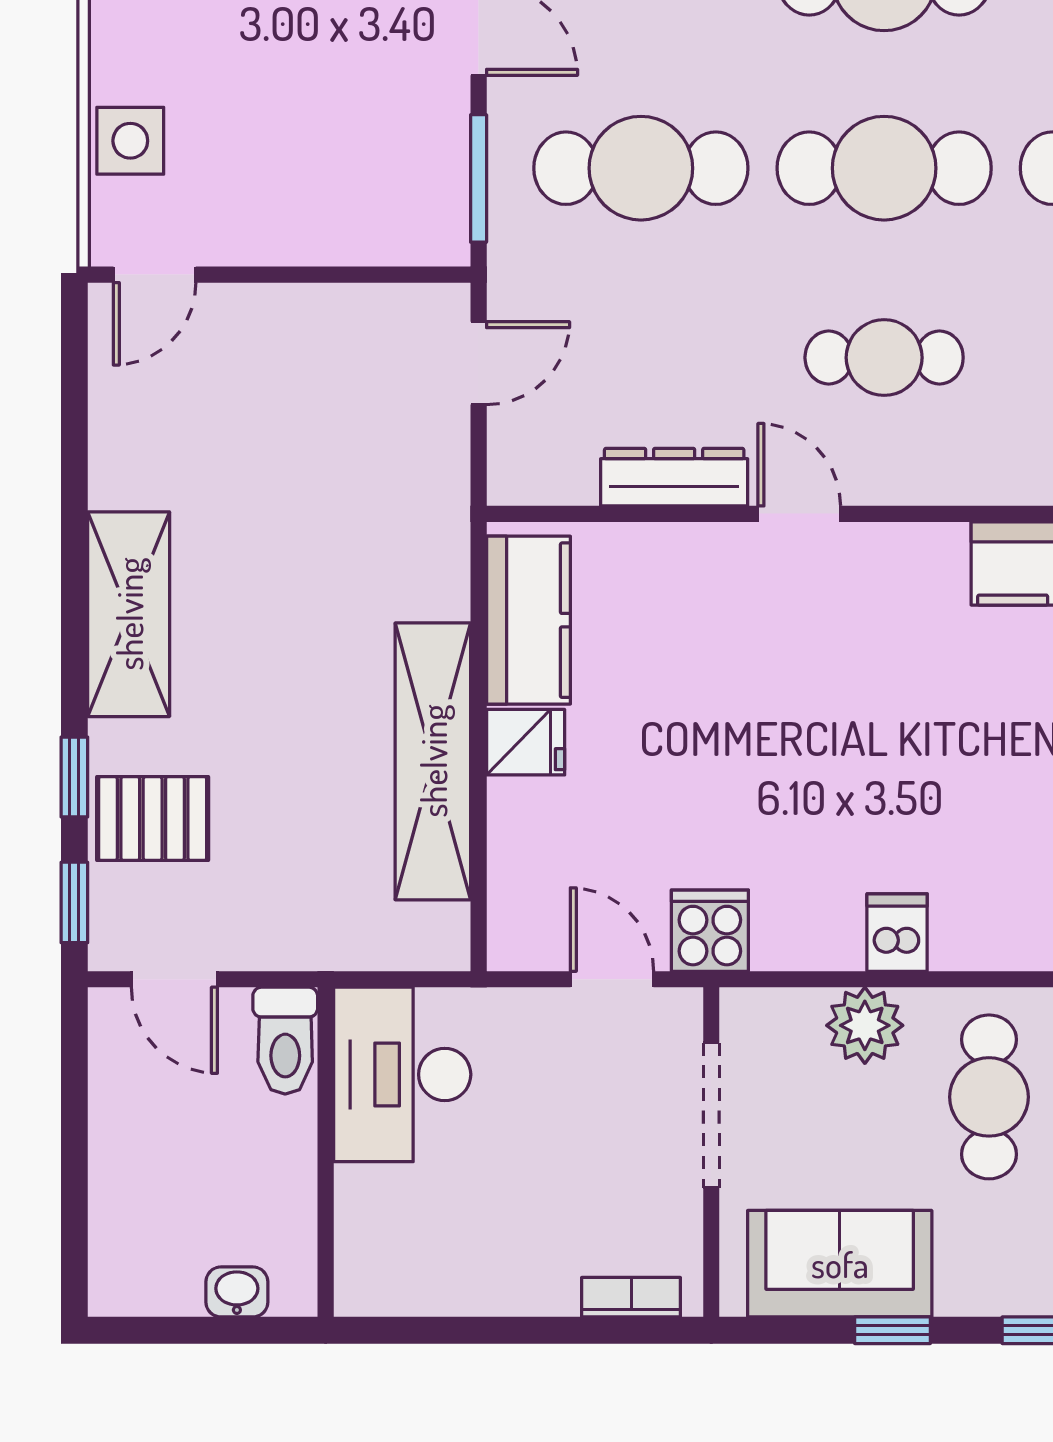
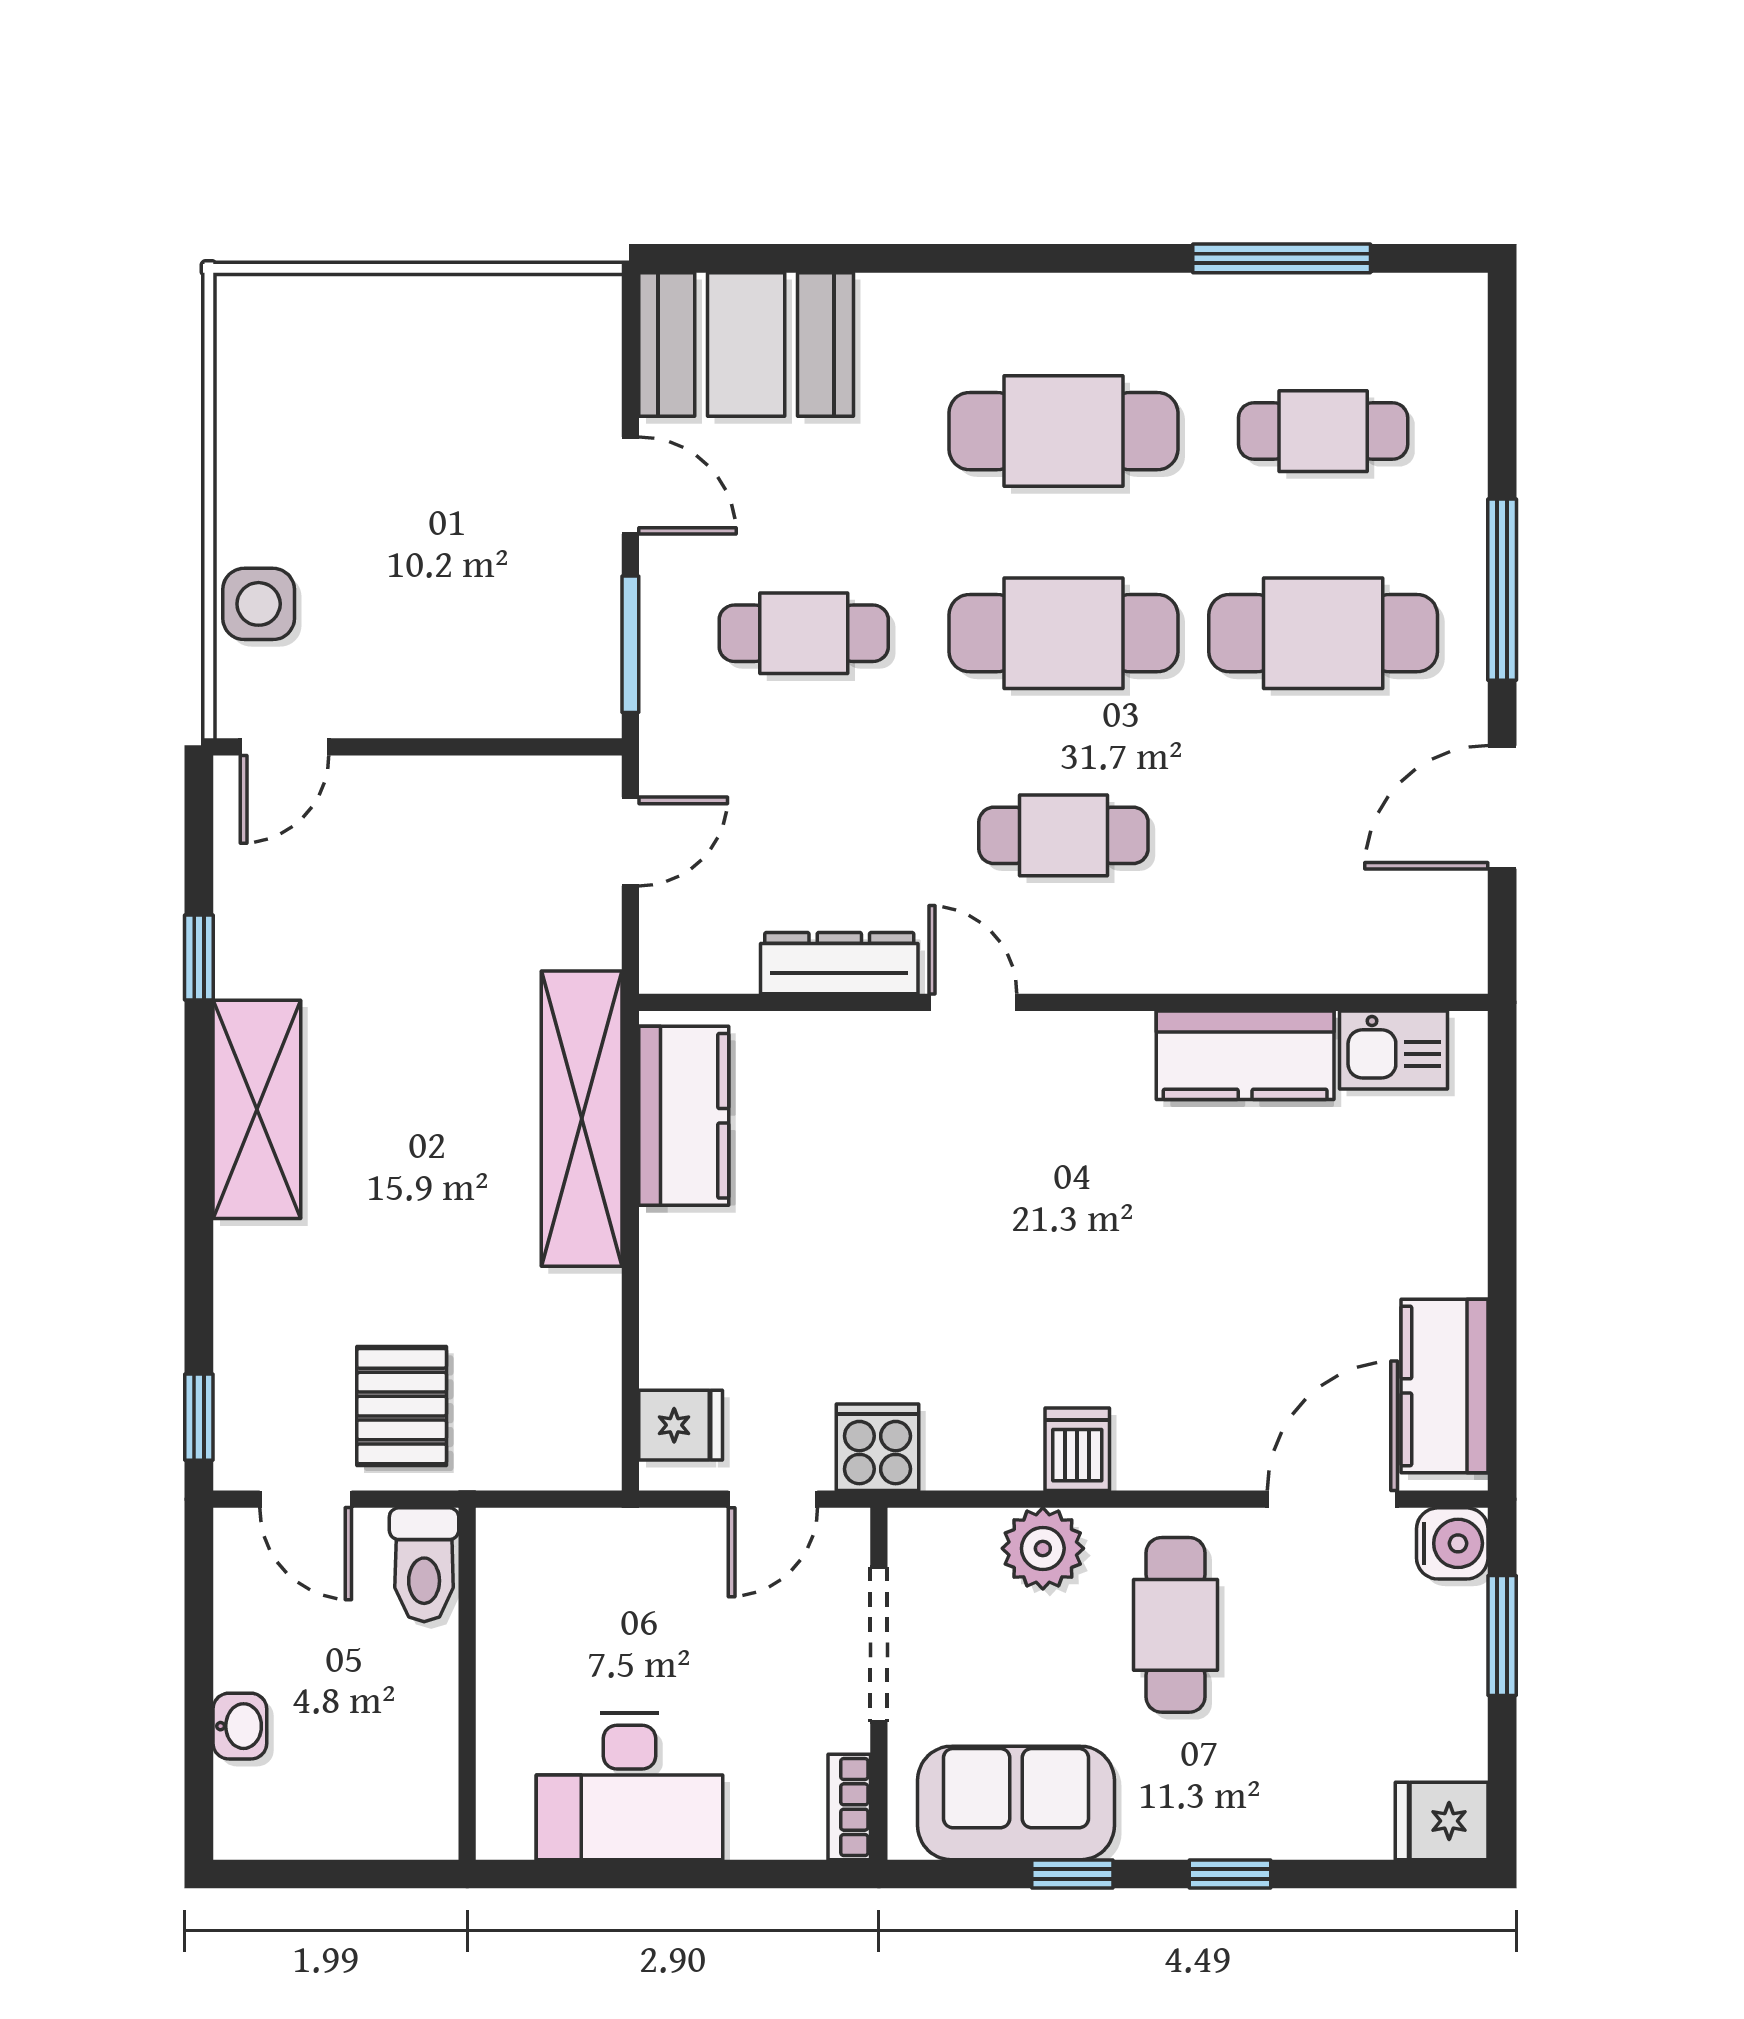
cafe table: (641, 168) -> (804, 633), width x0.73, depth x0.74
fridge: (526, 742) -> (681, 1425), moved
shelving: (433, 761) -> (582, 1119), moved
window: (74, 777) -> (199, 957), moved
pallet: (153, 819) -> (402, 1406), moved, turned 90
door: (612, 979) -> (773, 1499), swing flipped
desk: (402, 1074) -> (630, 1787), moved, turned -90
washbasin: (237, 1292) -> (240, 1726), moved, turned 90
bookcase: (631, 1297) -> (849, 1807), moved, turned -90

